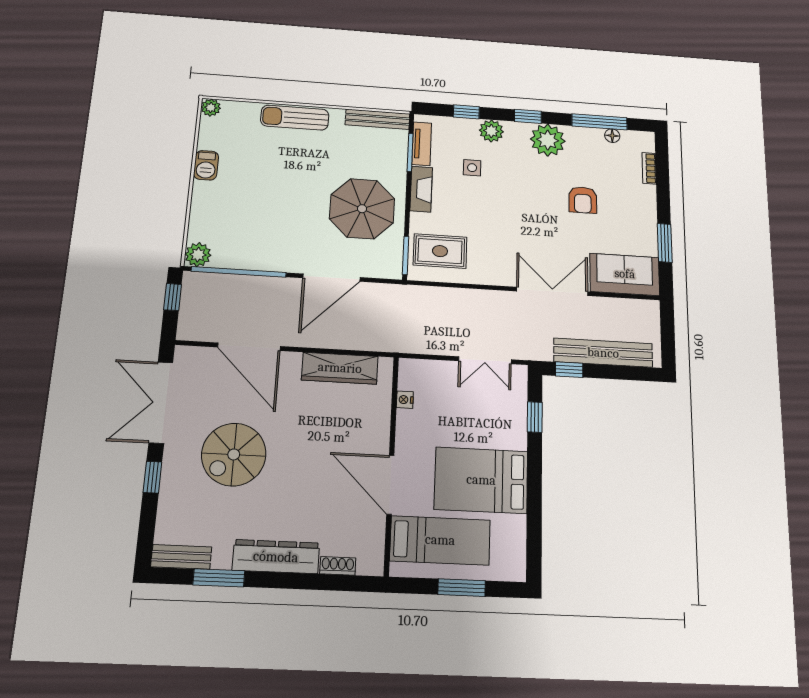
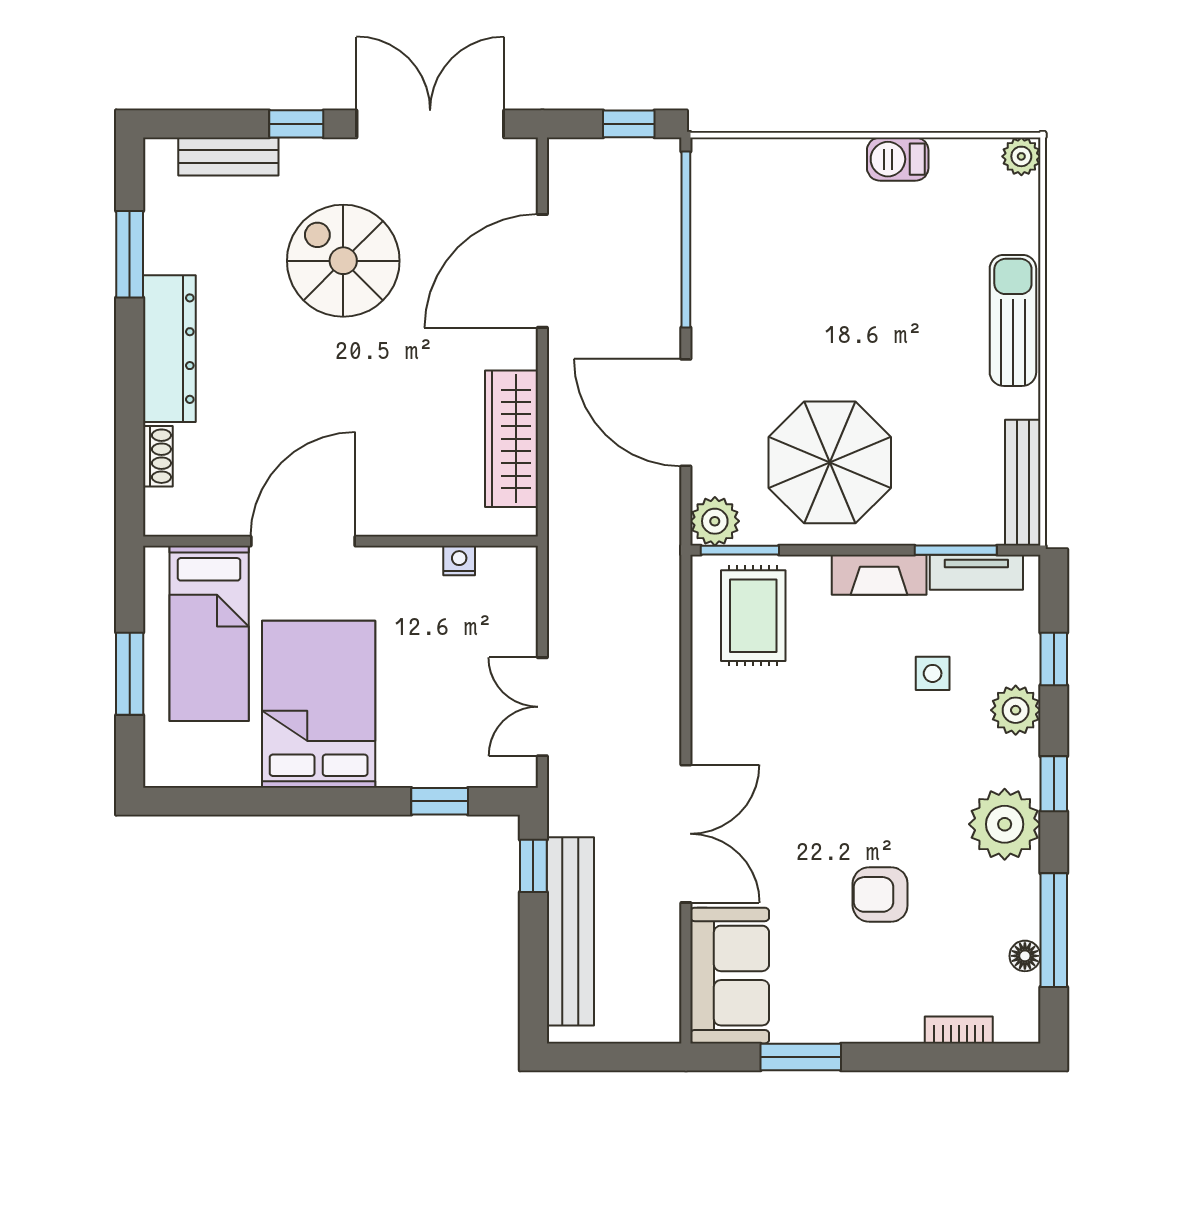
plant: (198, 255) -> (715, 521), moved
bench: (181, 557) -> (228, 156), moved, turned 90

